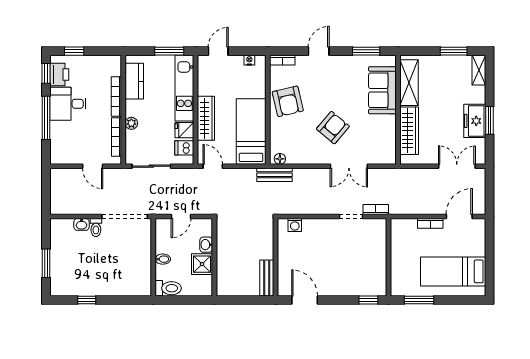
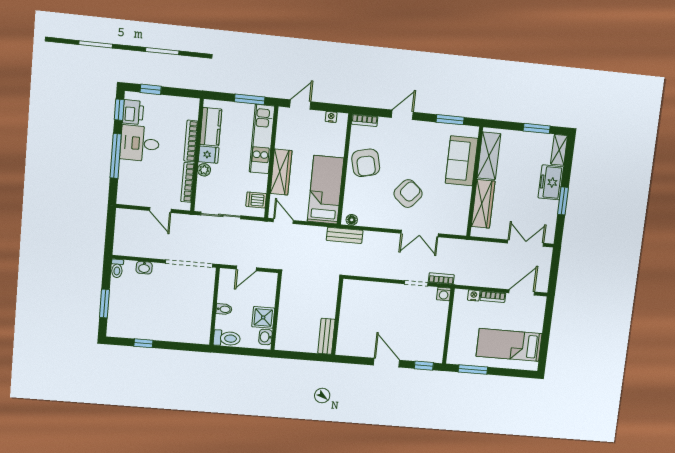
freezer: (475, 121) -> (551, 182), moved
fridge: (184, 130) -> (209, 155), moved, turned 180
nightstand: (411, 224) -> (474, 295), added
washing machine: (295, 225) -> (444, 294), moved
toilet: (96, 227) -> (117, 268), moved
washbasin: (206, 245) -> (265, 337), moved
door: (305, 300) -> (387, 363), moved

